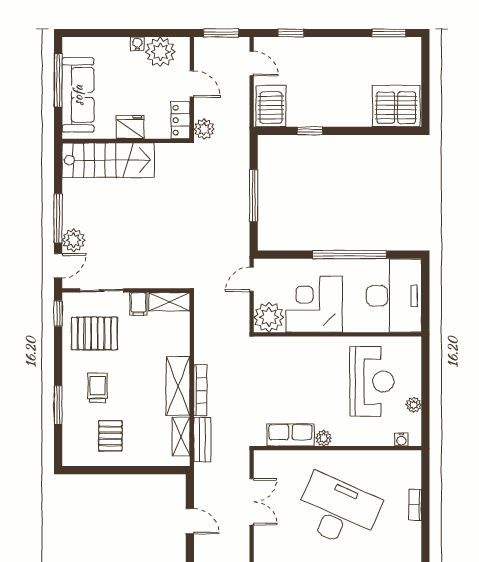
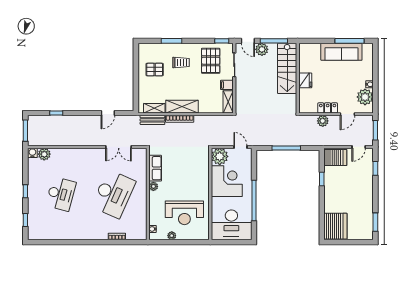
fridge: (130, 127) -> (305, 80), moved
wall: (126, 141) -> (298, 78), moved
stairs: (108, 160) -> (287, 68), moved

